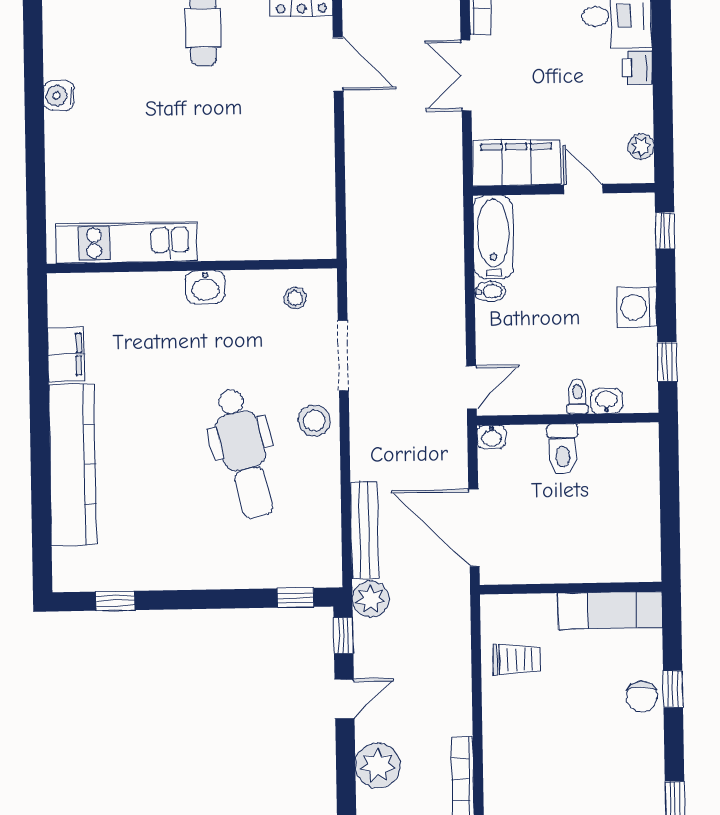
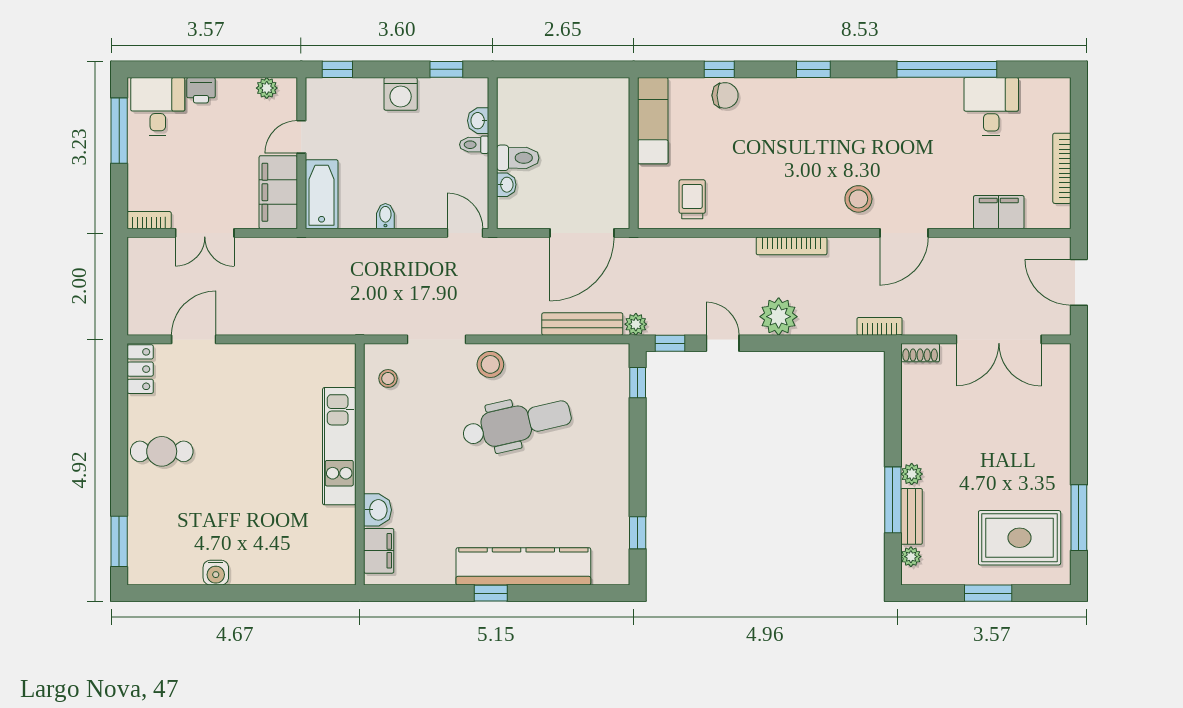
bathtub: (493, 237) -> (322, 194), moved, turned 90
kitchen unit: (126, 243) -> (339, 446), moved
washbasin: (205, 287) -> (378, 510), moved
filing cabinet: (66, 354) -> (379, 551), moved, turned 90
window: (40, 426) -> (491, 593), added
washbasin: (491, 437) -> (506, 185), moved
plant: (371, 599) -> (636, 324), width x0.73, depth x0.73

